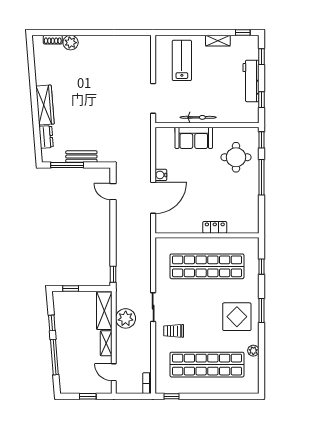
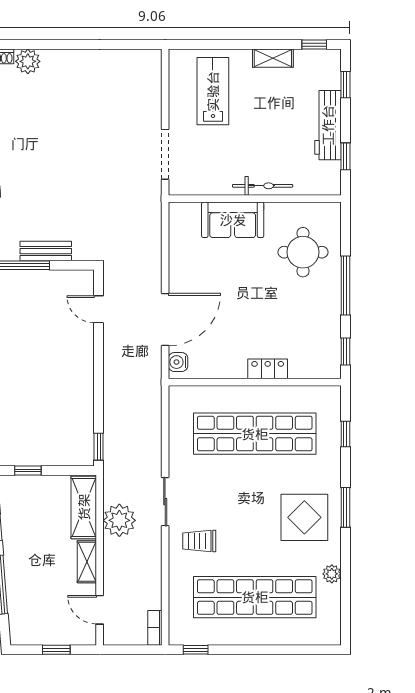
bicycle: (198, 117) -> (263, 186), moved
window: (261, 140) -> (345, 351), moved
water cooler: (161, 175) -> (178, 362), moved

